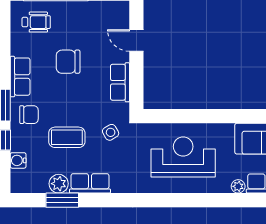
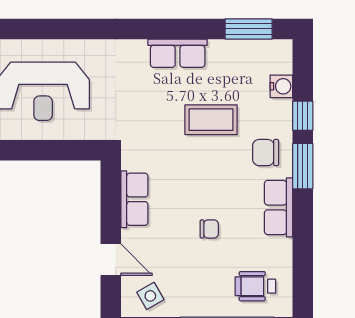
chair: (68, 62) -> (209, 229), width x0.54, depth x0.54
side table: (111, 132) -> (150, 296), moved
plant: (59, 184) -> (223, 53), removed
window: (62, 200) -> (249, 29), moved

